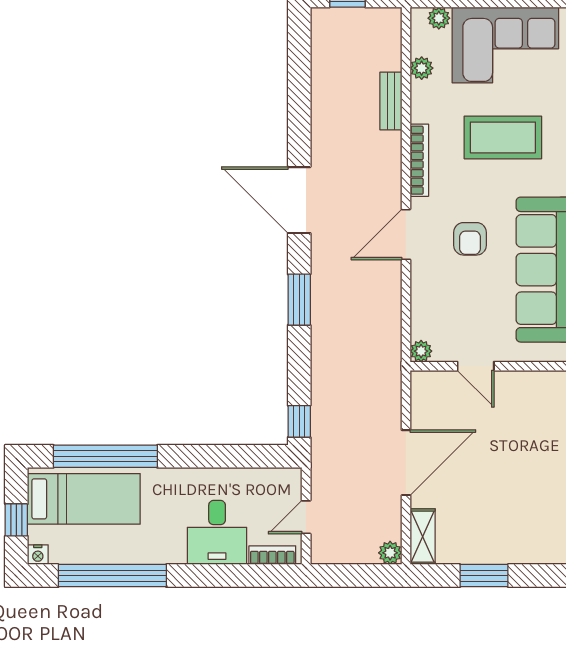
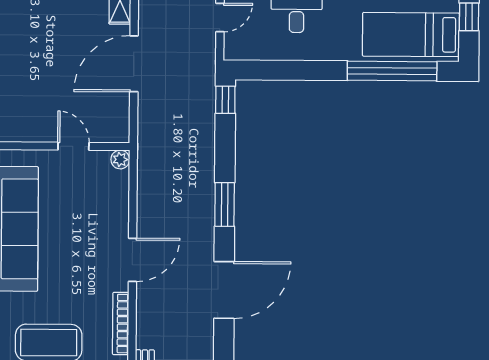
door: (299, 200) -> (224, 290), hinge flipped
armchair: (470, 239) -> (78, 256), removed

